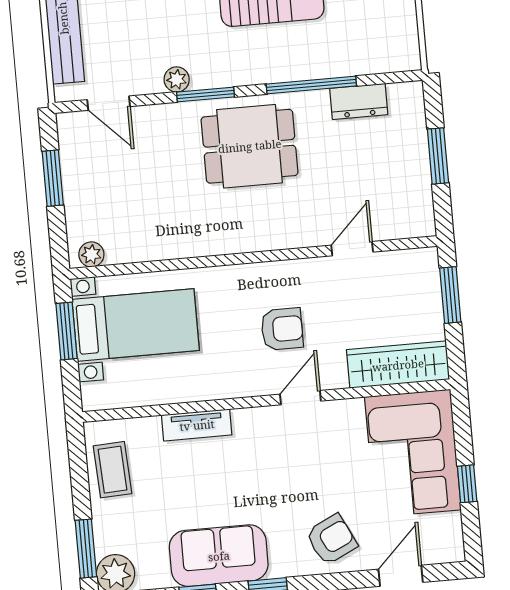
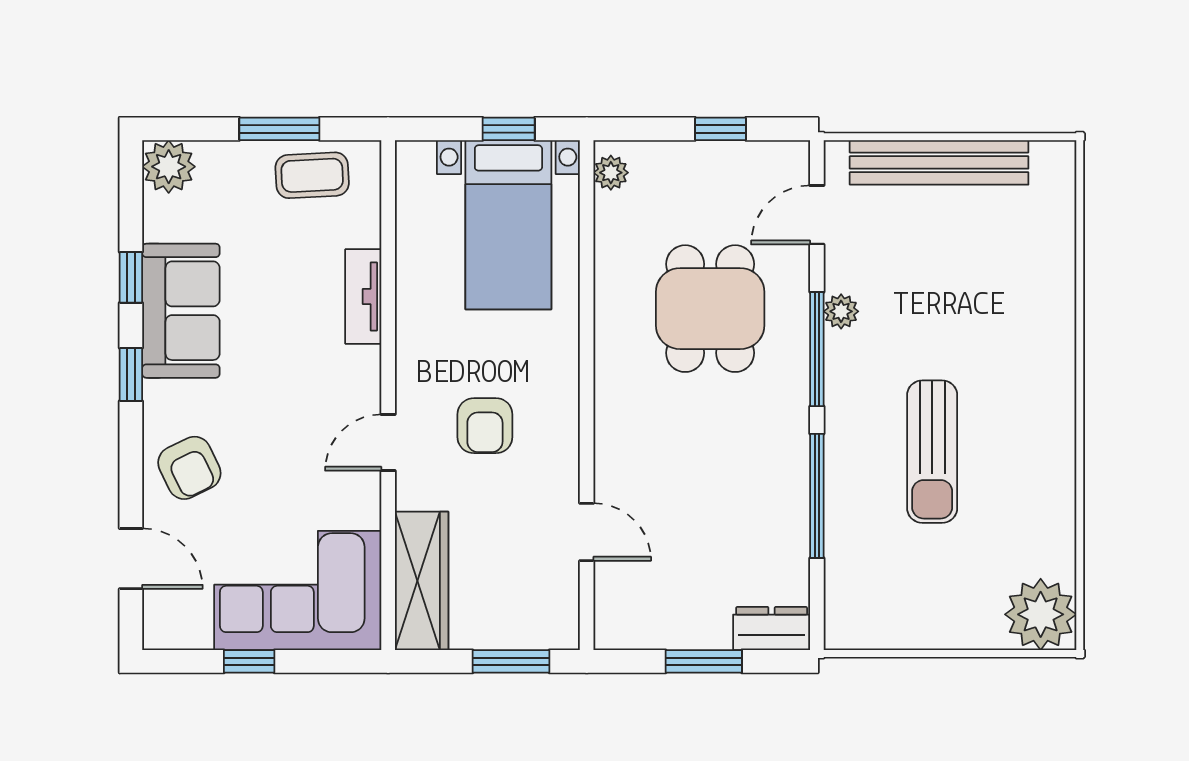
window: (205, 94) -> (817, 349), width x1.44
dresser: (359, 101) -> (772, 628), moved, turned 90
dining table: (250, 146) -> (710, 309), moved
window: (53, 178) -> (721, 129), width x0.67
window: (66, 331) -> (509, 129), width x0.67
door: (300, 398) -> (388, 443), swing flipped
window: (86, 549) -> (279, 129), moved

